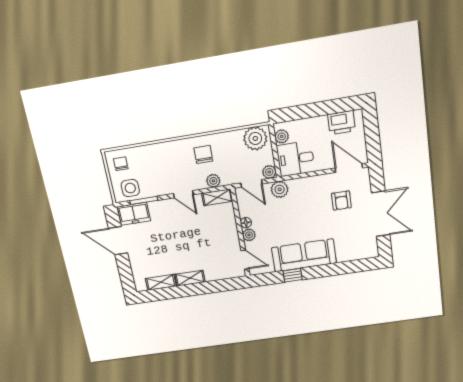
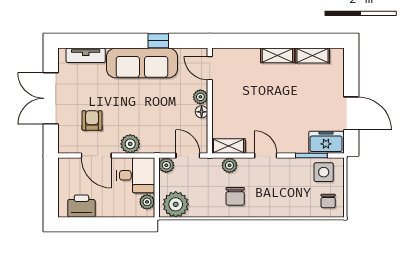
door: (349, 168) -> (96, 156), moved
plant: (280, 189) -> (130, 144), moved
tv unit: (354, 254) -> (86, 55), added

